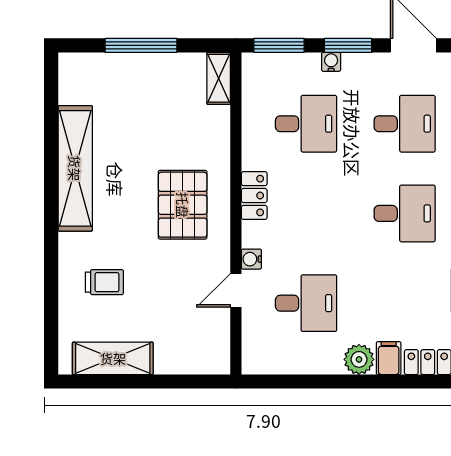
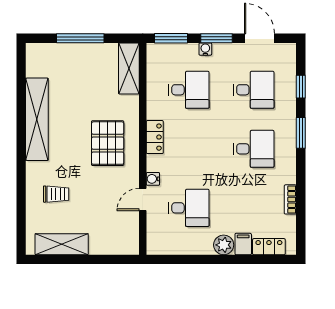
shelving: (219, 78) -> (129, 68), width x1.50, depth x1.33

